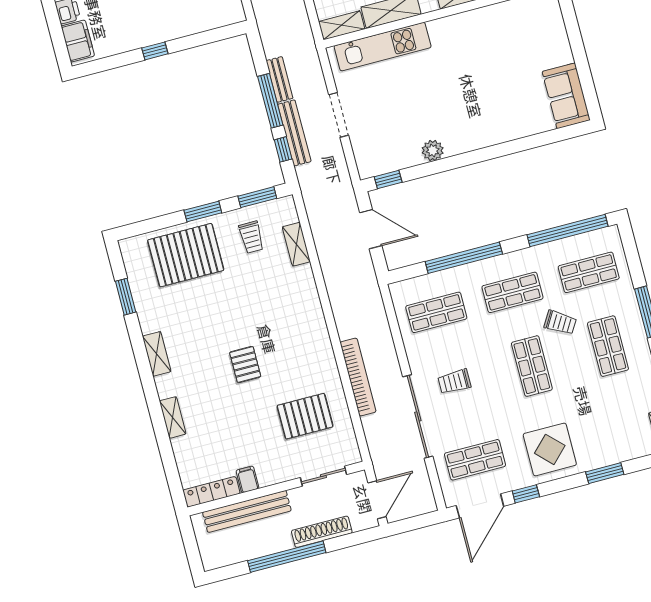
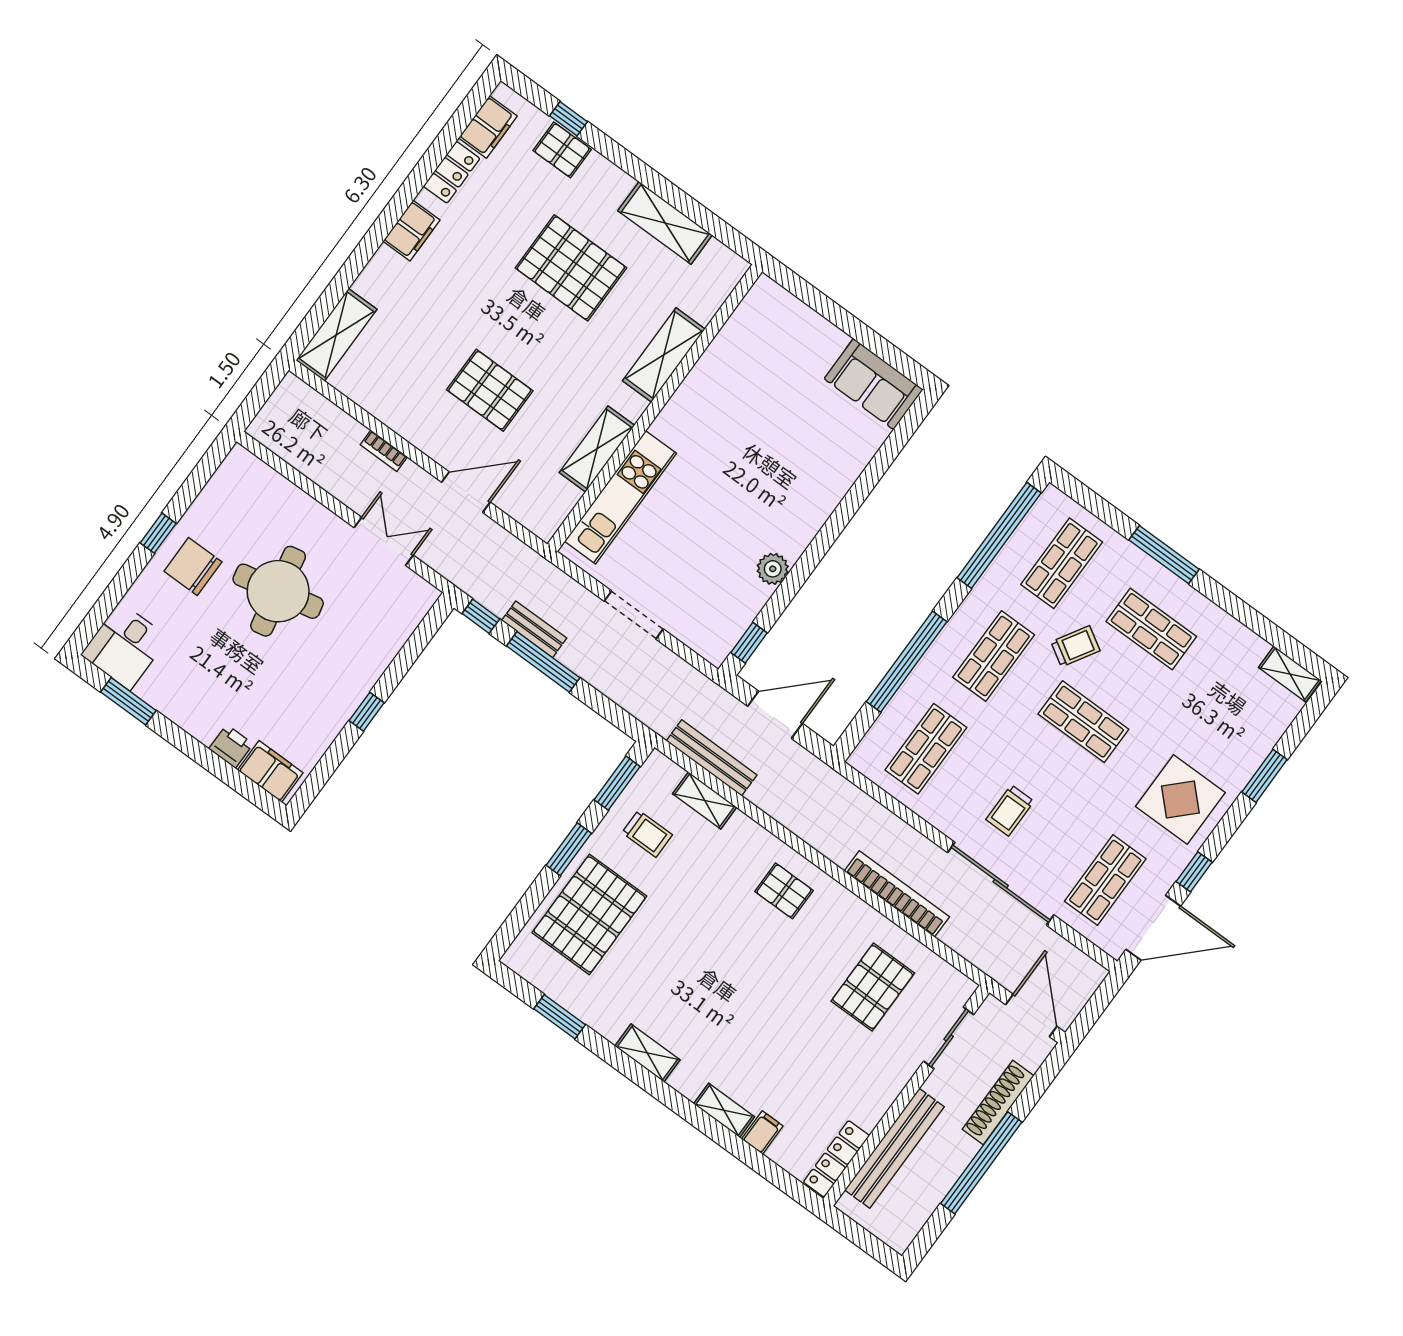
shelving: (342, 25) -> (554, 511), removed
bench: (294, 133) -> (712, 758), moved
window: (283, 149) -> (481, 616), moved
pallet: (245, 364) -> (784, 891), moved
filing cabinet: (247, 479) -> (762, 1133), moved, turned 90
door: (480, 506) -> (1153, 928), hinge flipped

